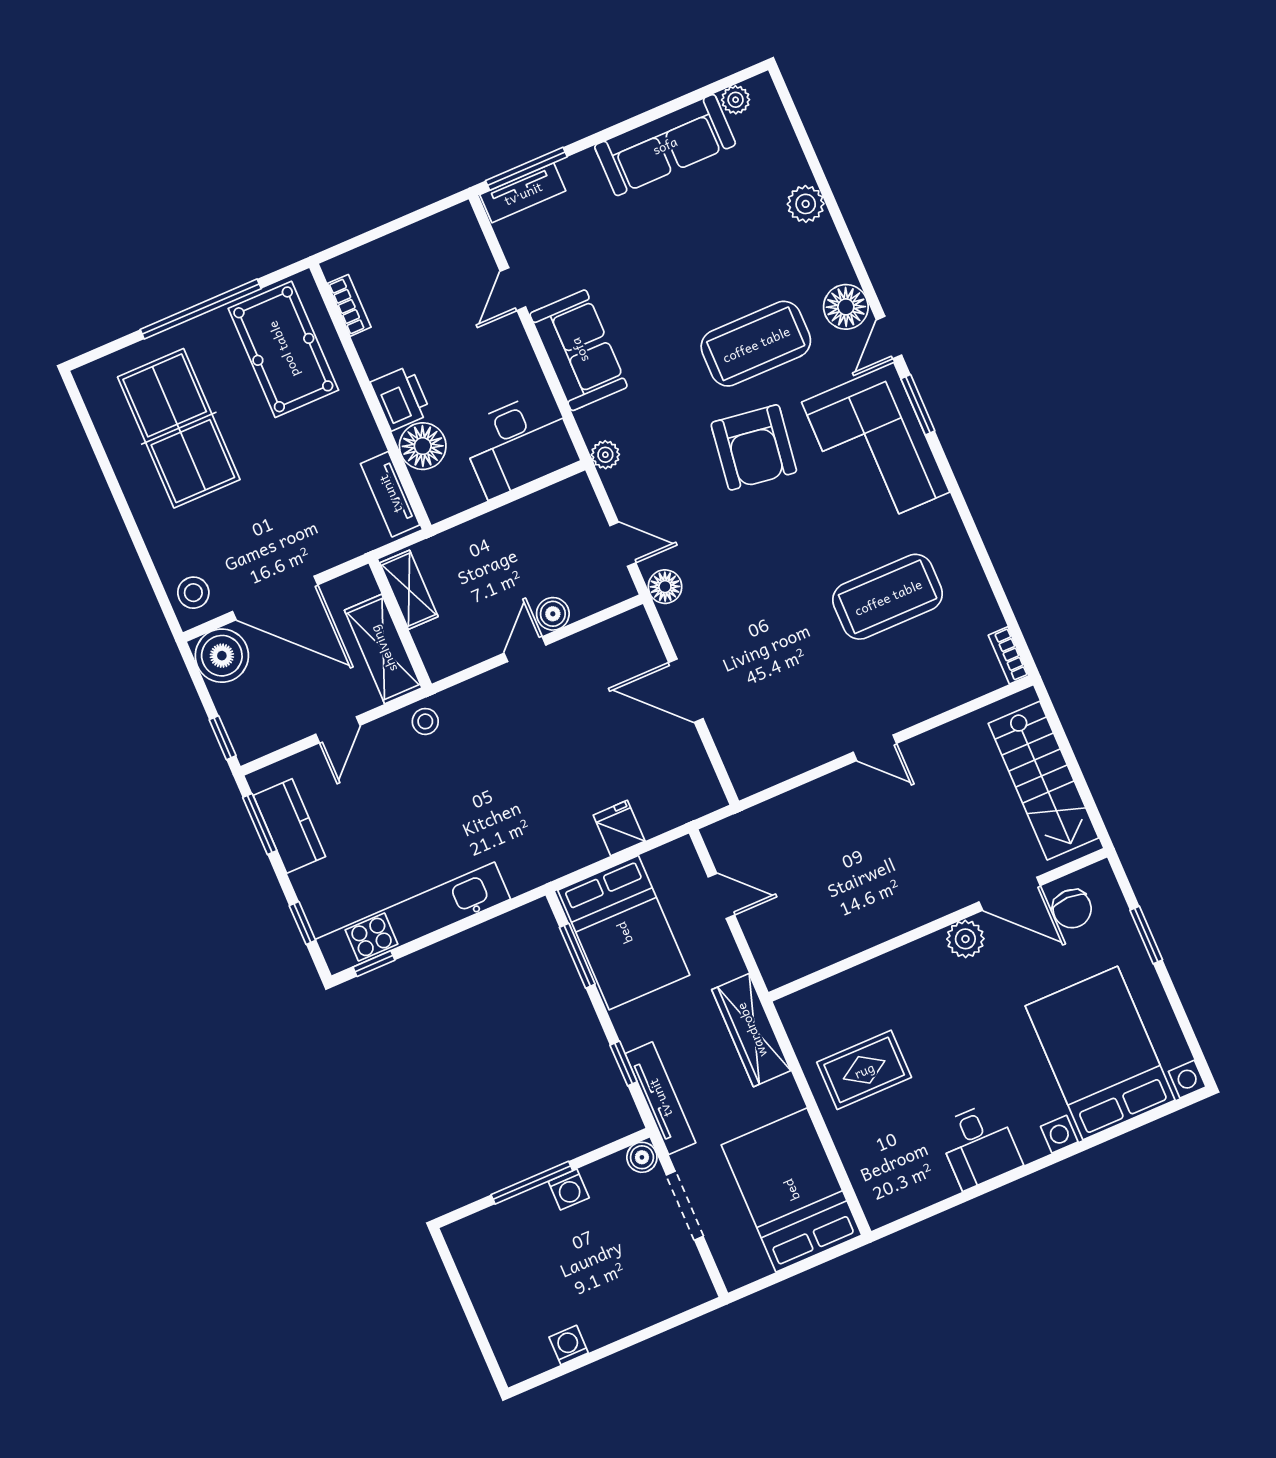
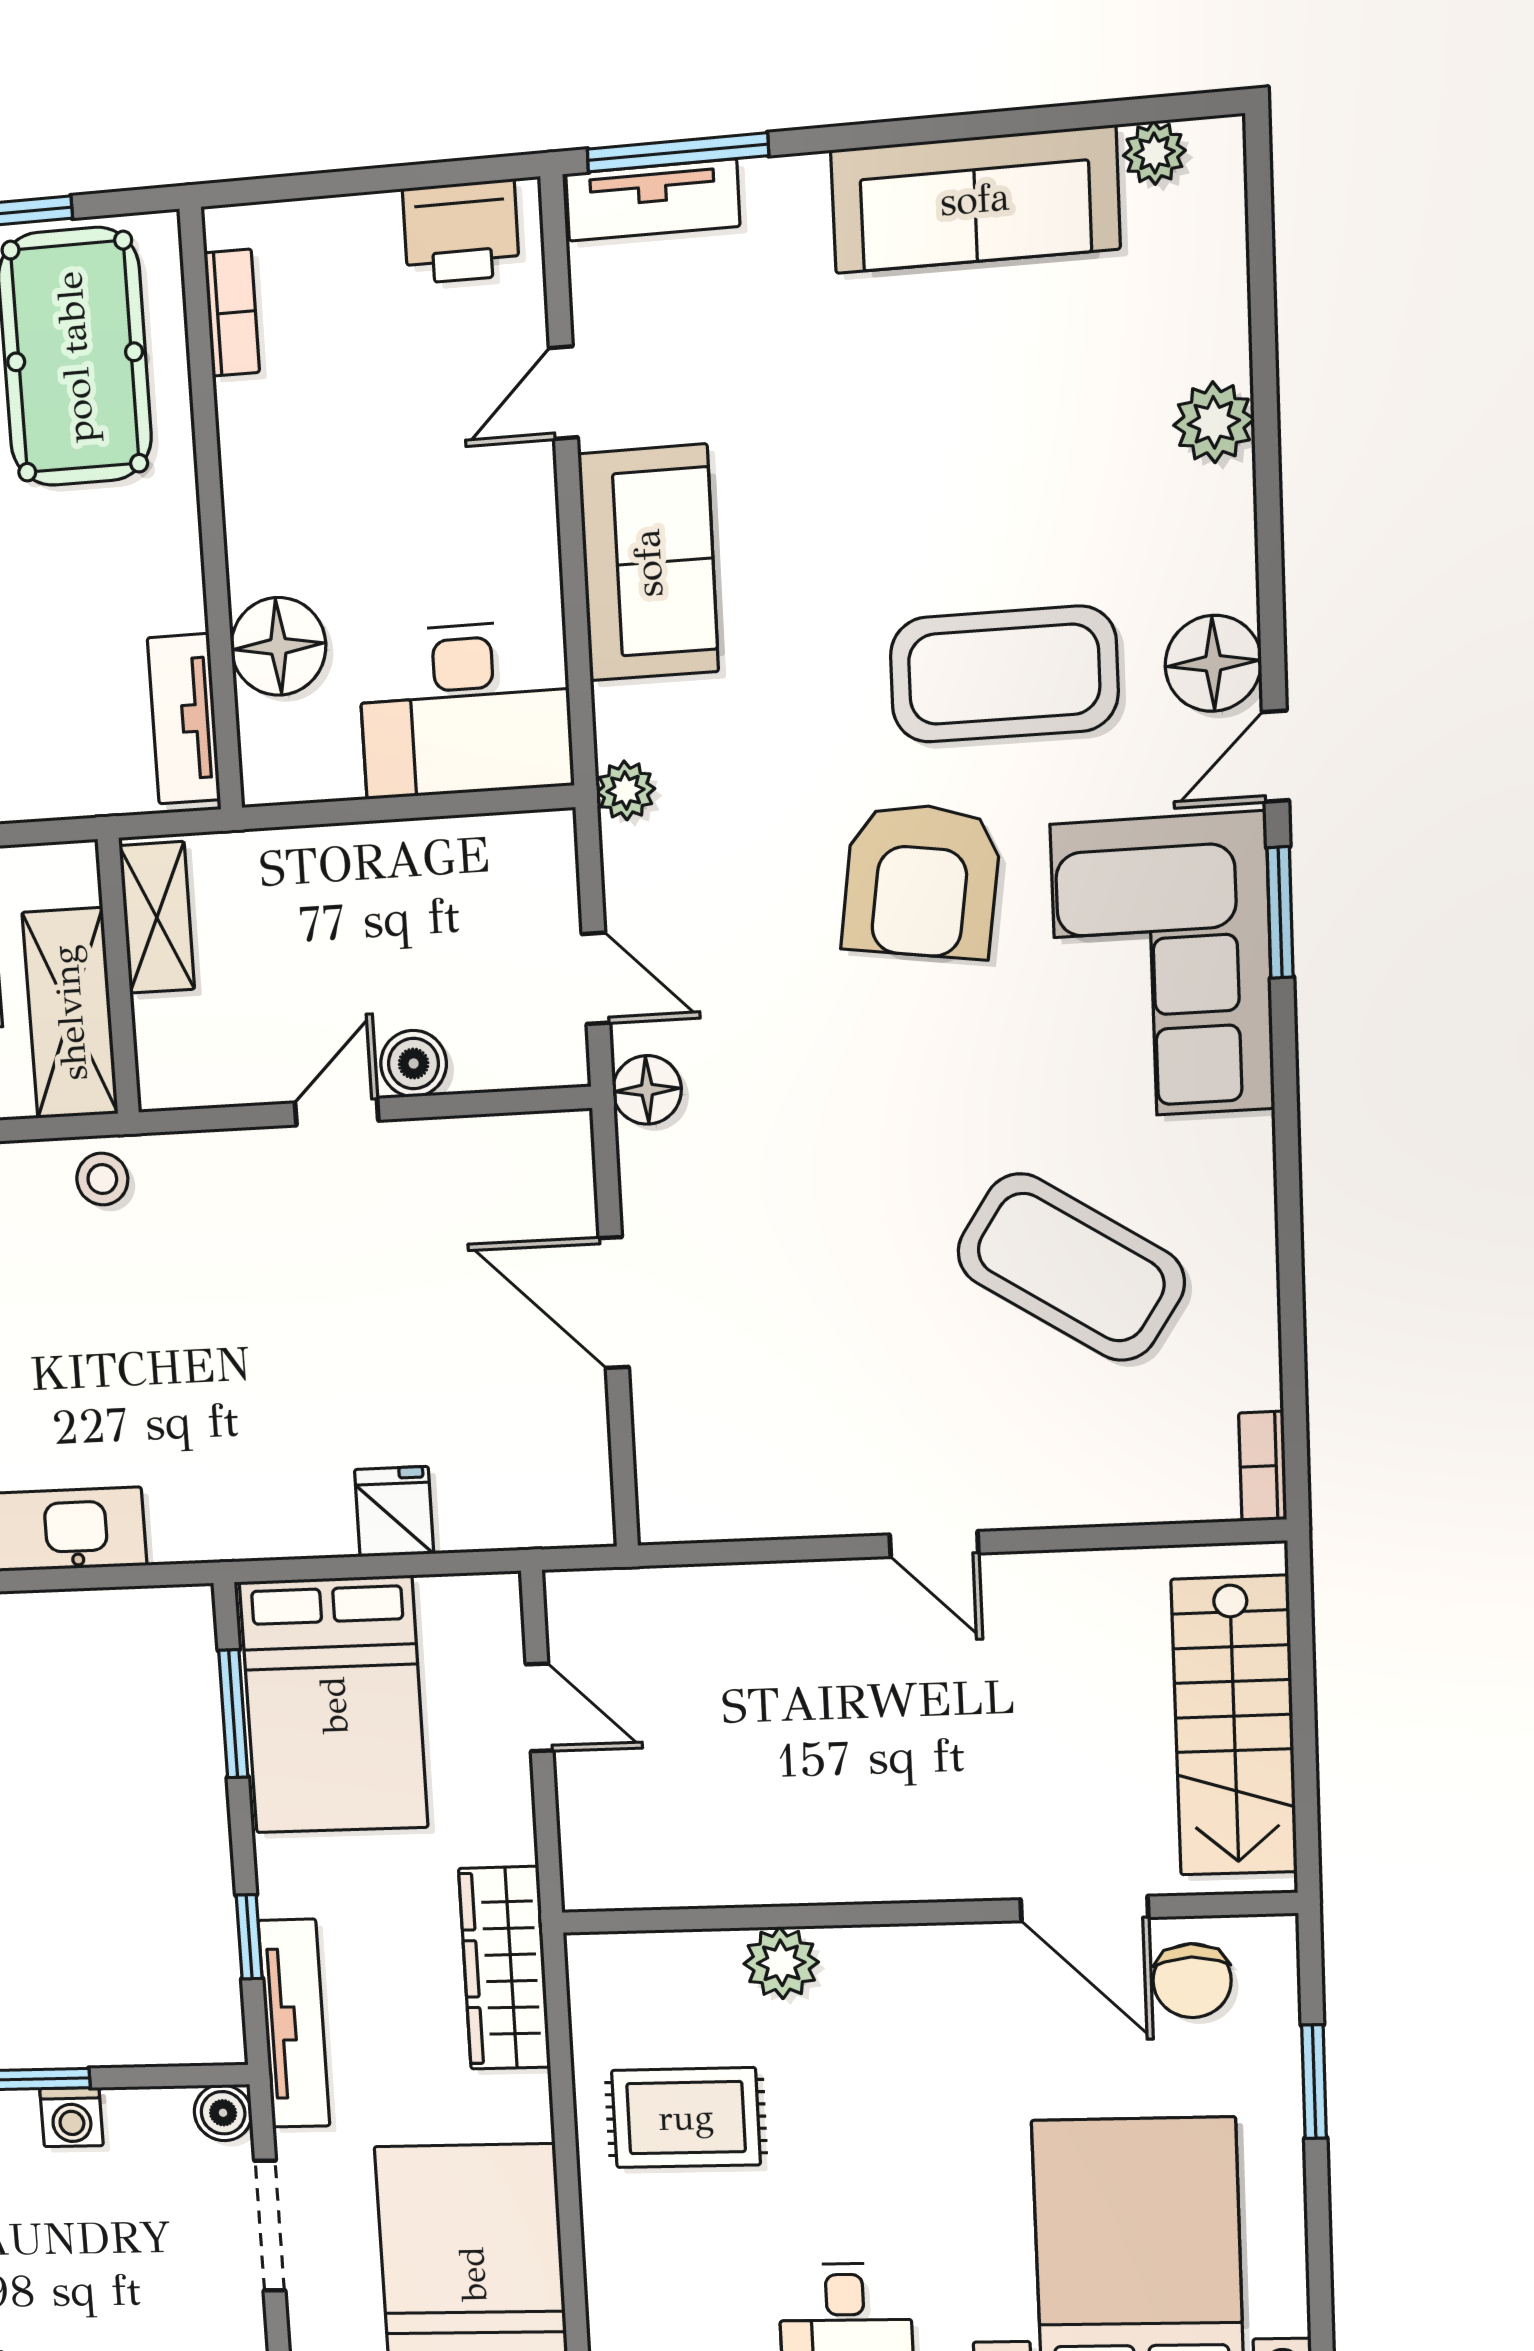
printer: (401, 398) -> (461, 232), moved, turned 90
coffee table: (888, 597) -> (1071, 1267), turned 33
plant: (965, 939) -> (781, 1963), moved

